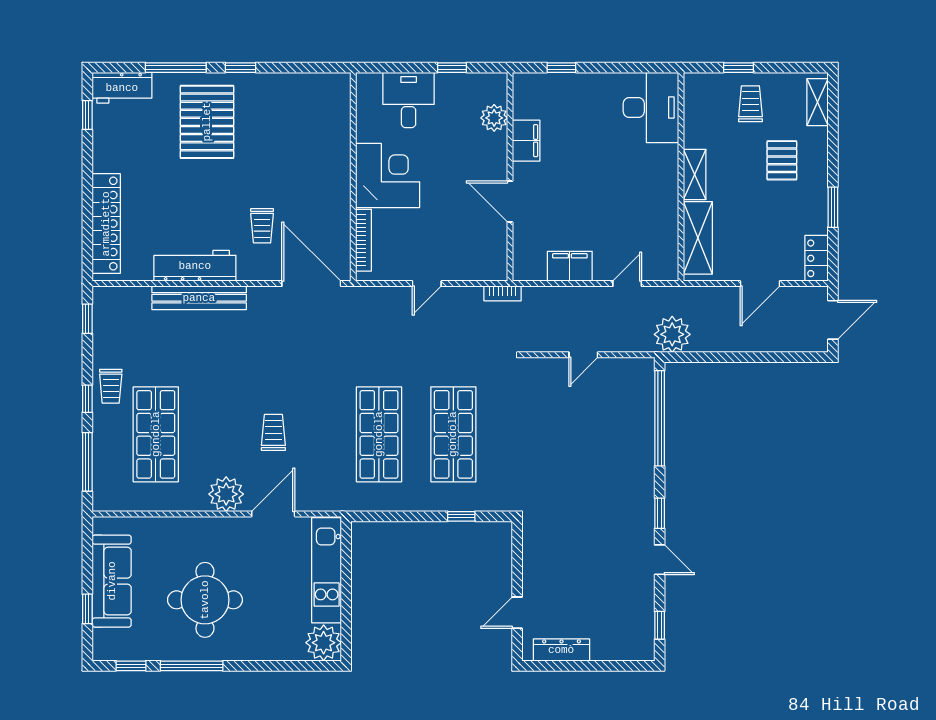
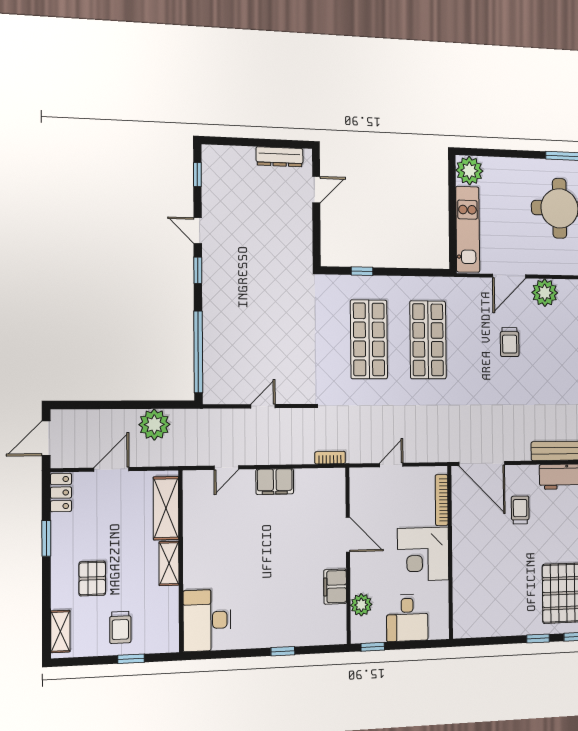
plant: (494, 118) -> (361, 605), moved
filing cabinet: (526, 141) -> (335, 587), moved
wall: (510, 177) -> (348, 556), moved
door: (510, 202) -> (348, 535), moved
plant: (672, 334) -> (154, 425), moved

